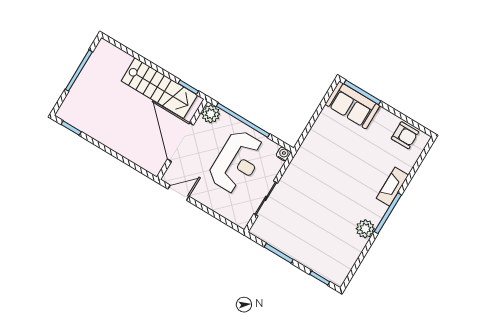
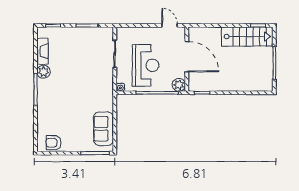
stairs: (159, 88) -> (247, 37), moved, turned 180
sofa: (352, 105) -> (104, 129), moved, turned -90
reception desk: (237, 162) -> (146, 65), turned 180
fireplace: (392, 187) -> (42, 51), moved
door: (178, 193) -> (170, 25), swing flipped

